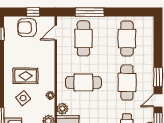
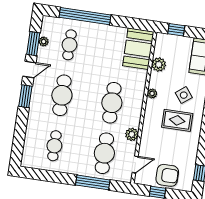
cafe table: (127, 38) -> (54, 146), width x0.73, depth x0.74
cafe table: (83, 82) -> (112, 103), turned 90
plant: (62, 109) -> (132, 134), moved

